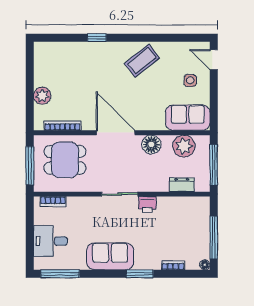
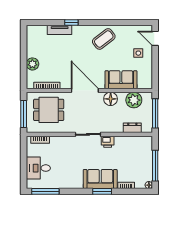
tv unit: (80, 48) -> (60, 30), added
sofa: (188, 118) -> (121, 80), moved
sofa: (110, 256) -> (100, 179), moved

